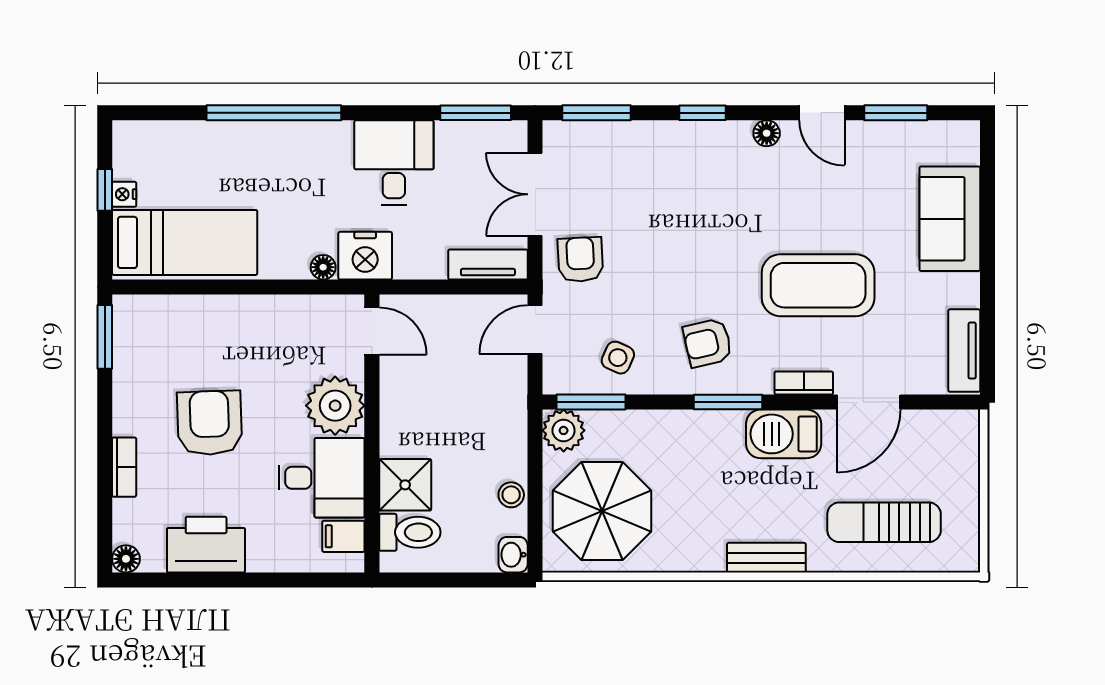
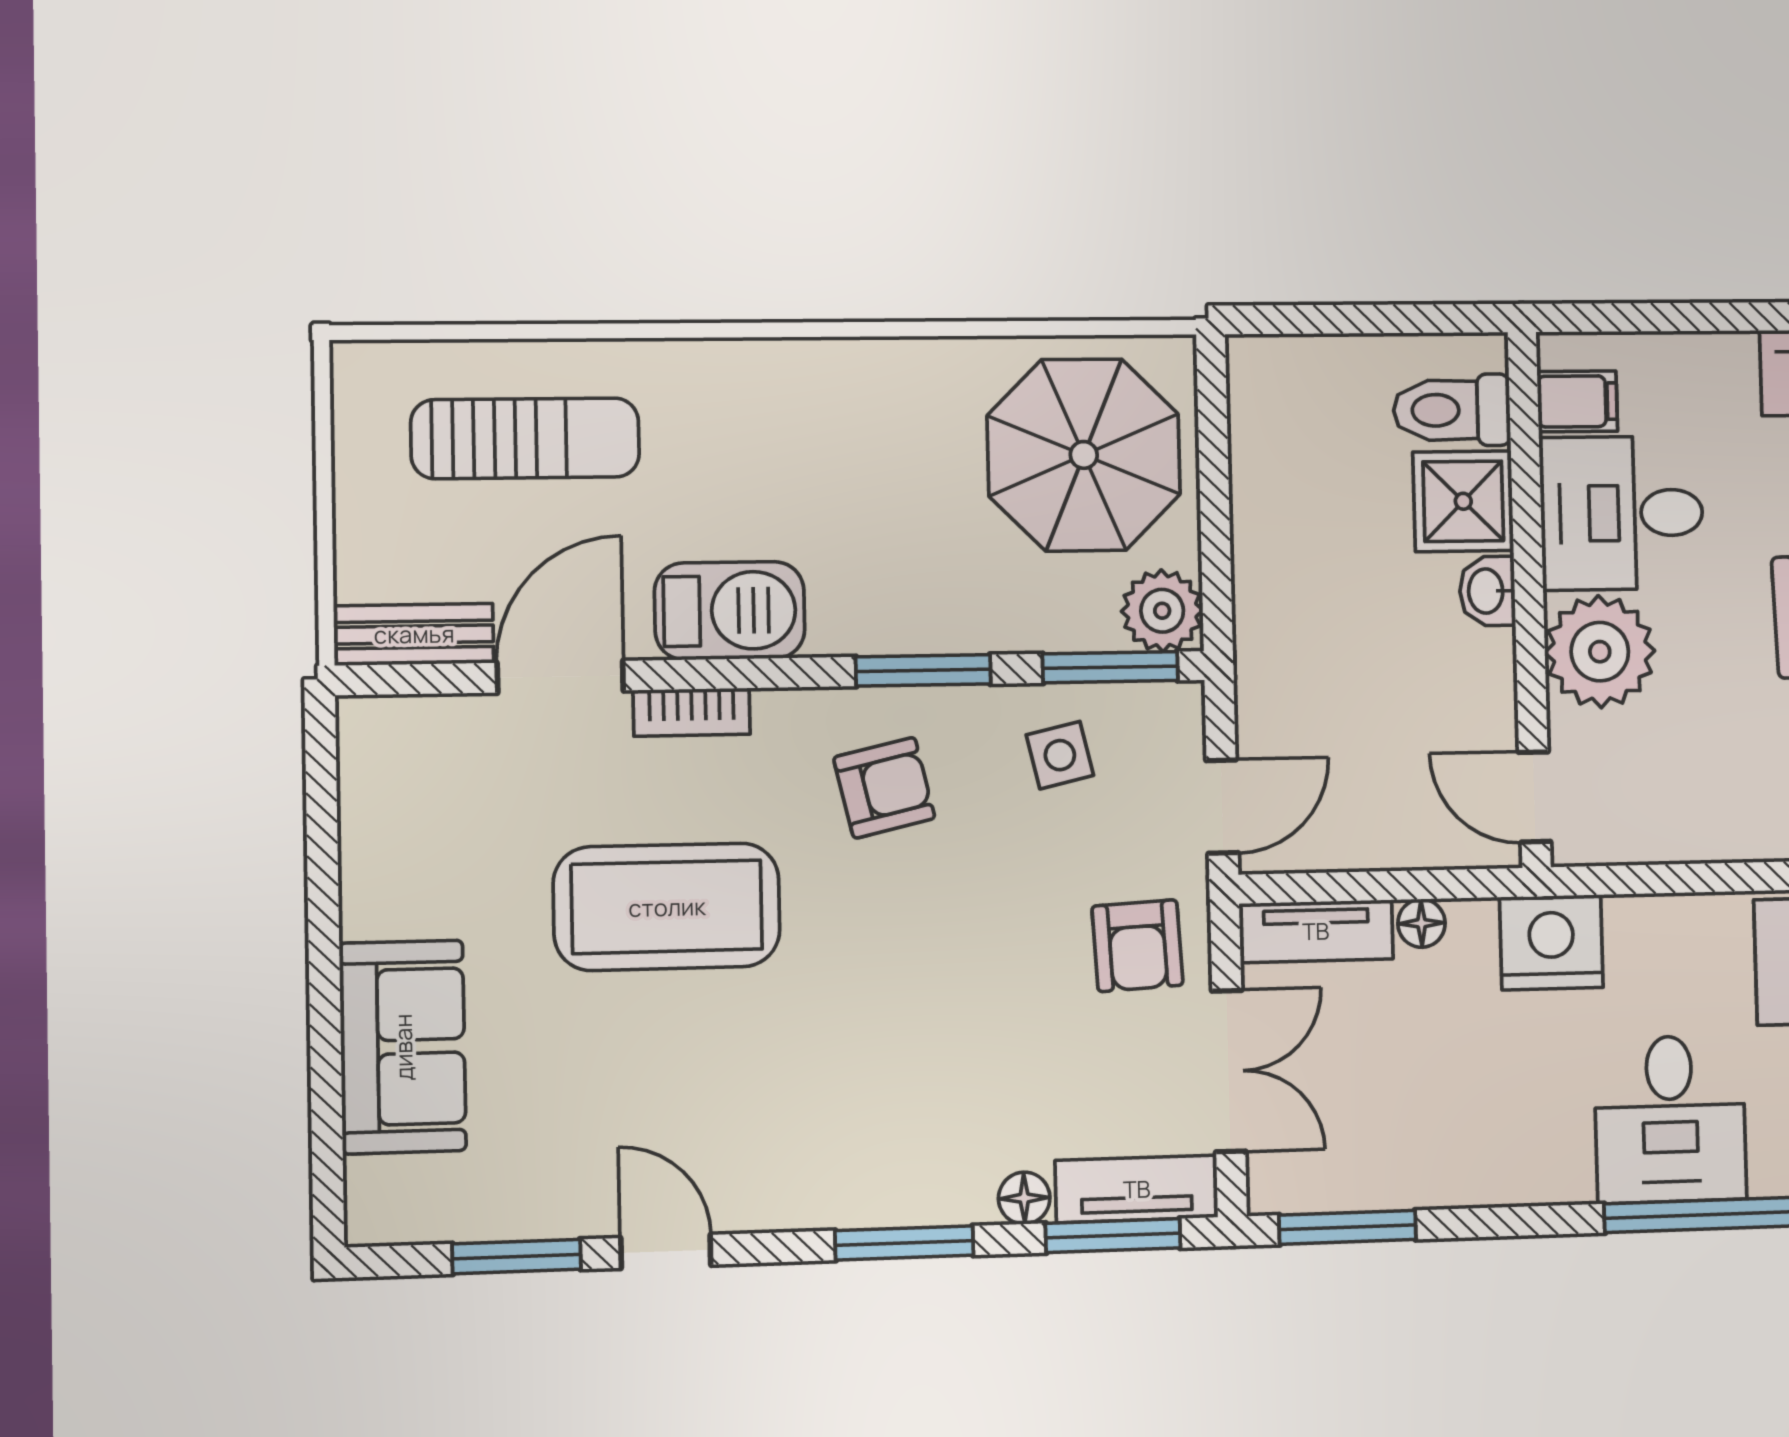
window: (702, 113) -> (904, 1243), width x1.50
floor lamp: (767, 133) -> (1024, 1198), moved
desk: (394, 163) -> (1670, 1119), moved
floor lamp: (323, 267) -> (1421, 923), moved
tv unit: (964, 351) -> (1137, 1189), moved, turned -90
side table: (618, 358) -> (1060, 755), turned -37
window: (728, 402) -> (923, 670), moved
stool: (511, 495) -> (1260, 484), removed
washbasin: (513, 555) -> (1487, 591), moved, turned 180
bench: (766, 558) -> (414, 634), moved

